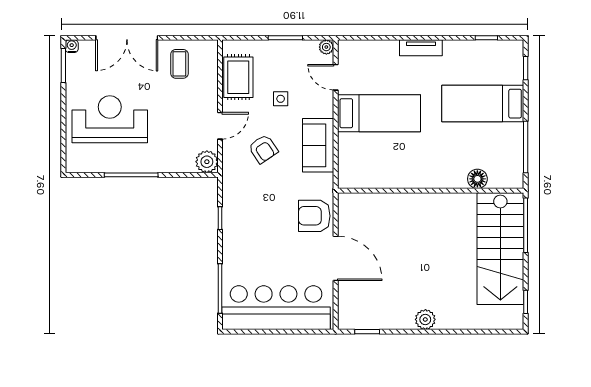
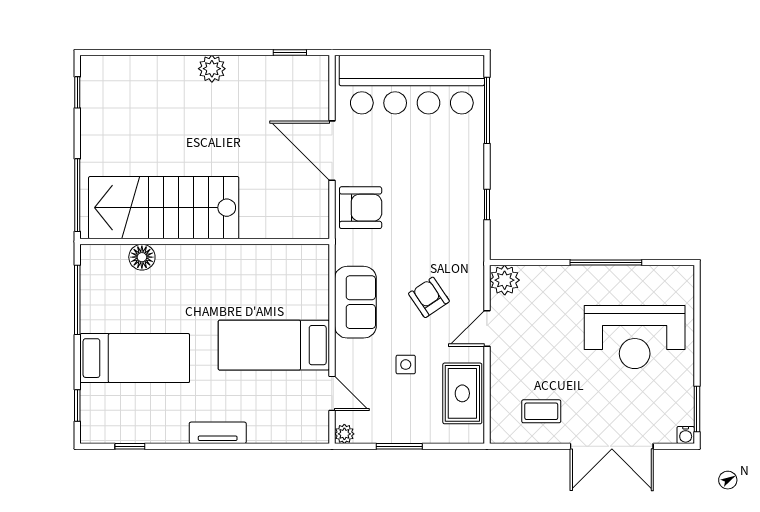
double door: (127, 38) -> (612, 446), swing flipped
coffee table: (179, 64) -> (541, 411), turned 90
stairs: (500, 249) -> (164, 208), moved, turned -90

